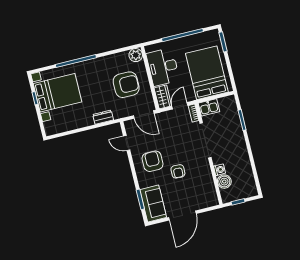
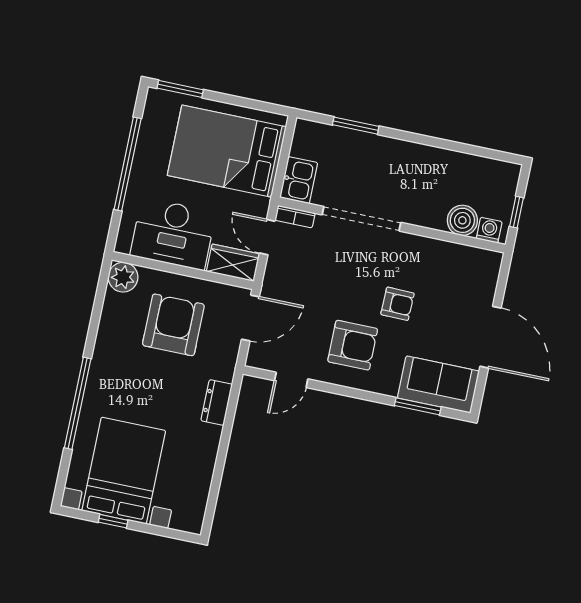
armchair: (153, 161) -> (353, 345), turned 180
washing machine: (219, 170) -> (489, 230), moved

